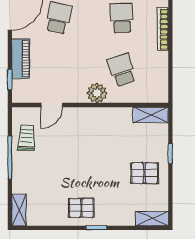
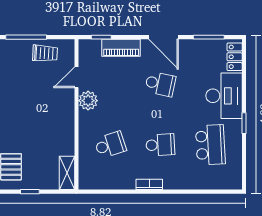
bookcase: (163, 29) -> (149, 184), width x0.64
plant: (97, 93) -> (88, 101), moved
door: (52, 105) -> (77, 77), hinge flipped

